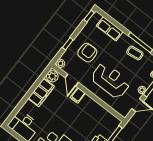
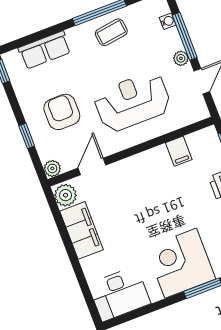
door: (72, 80) -> (92, 166), swing flipped
filing cabinet: (78, 95) -> (179, 151), moved

